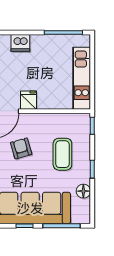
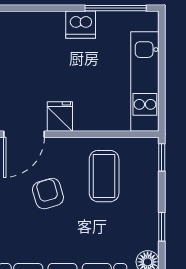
dishwasher: (20, 43) -> (81, 25), moved
coffee table: (62, 154) -> (104, 176), moved

